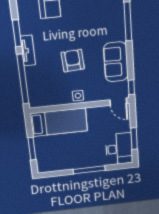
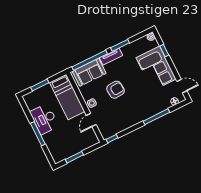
sofa: (116, 62) -> (89, 72), moved, turned 180
door: (118, 102) -> (91, 120), moved
desk: (119, 149) -> (44, 119), moved, turned 90

